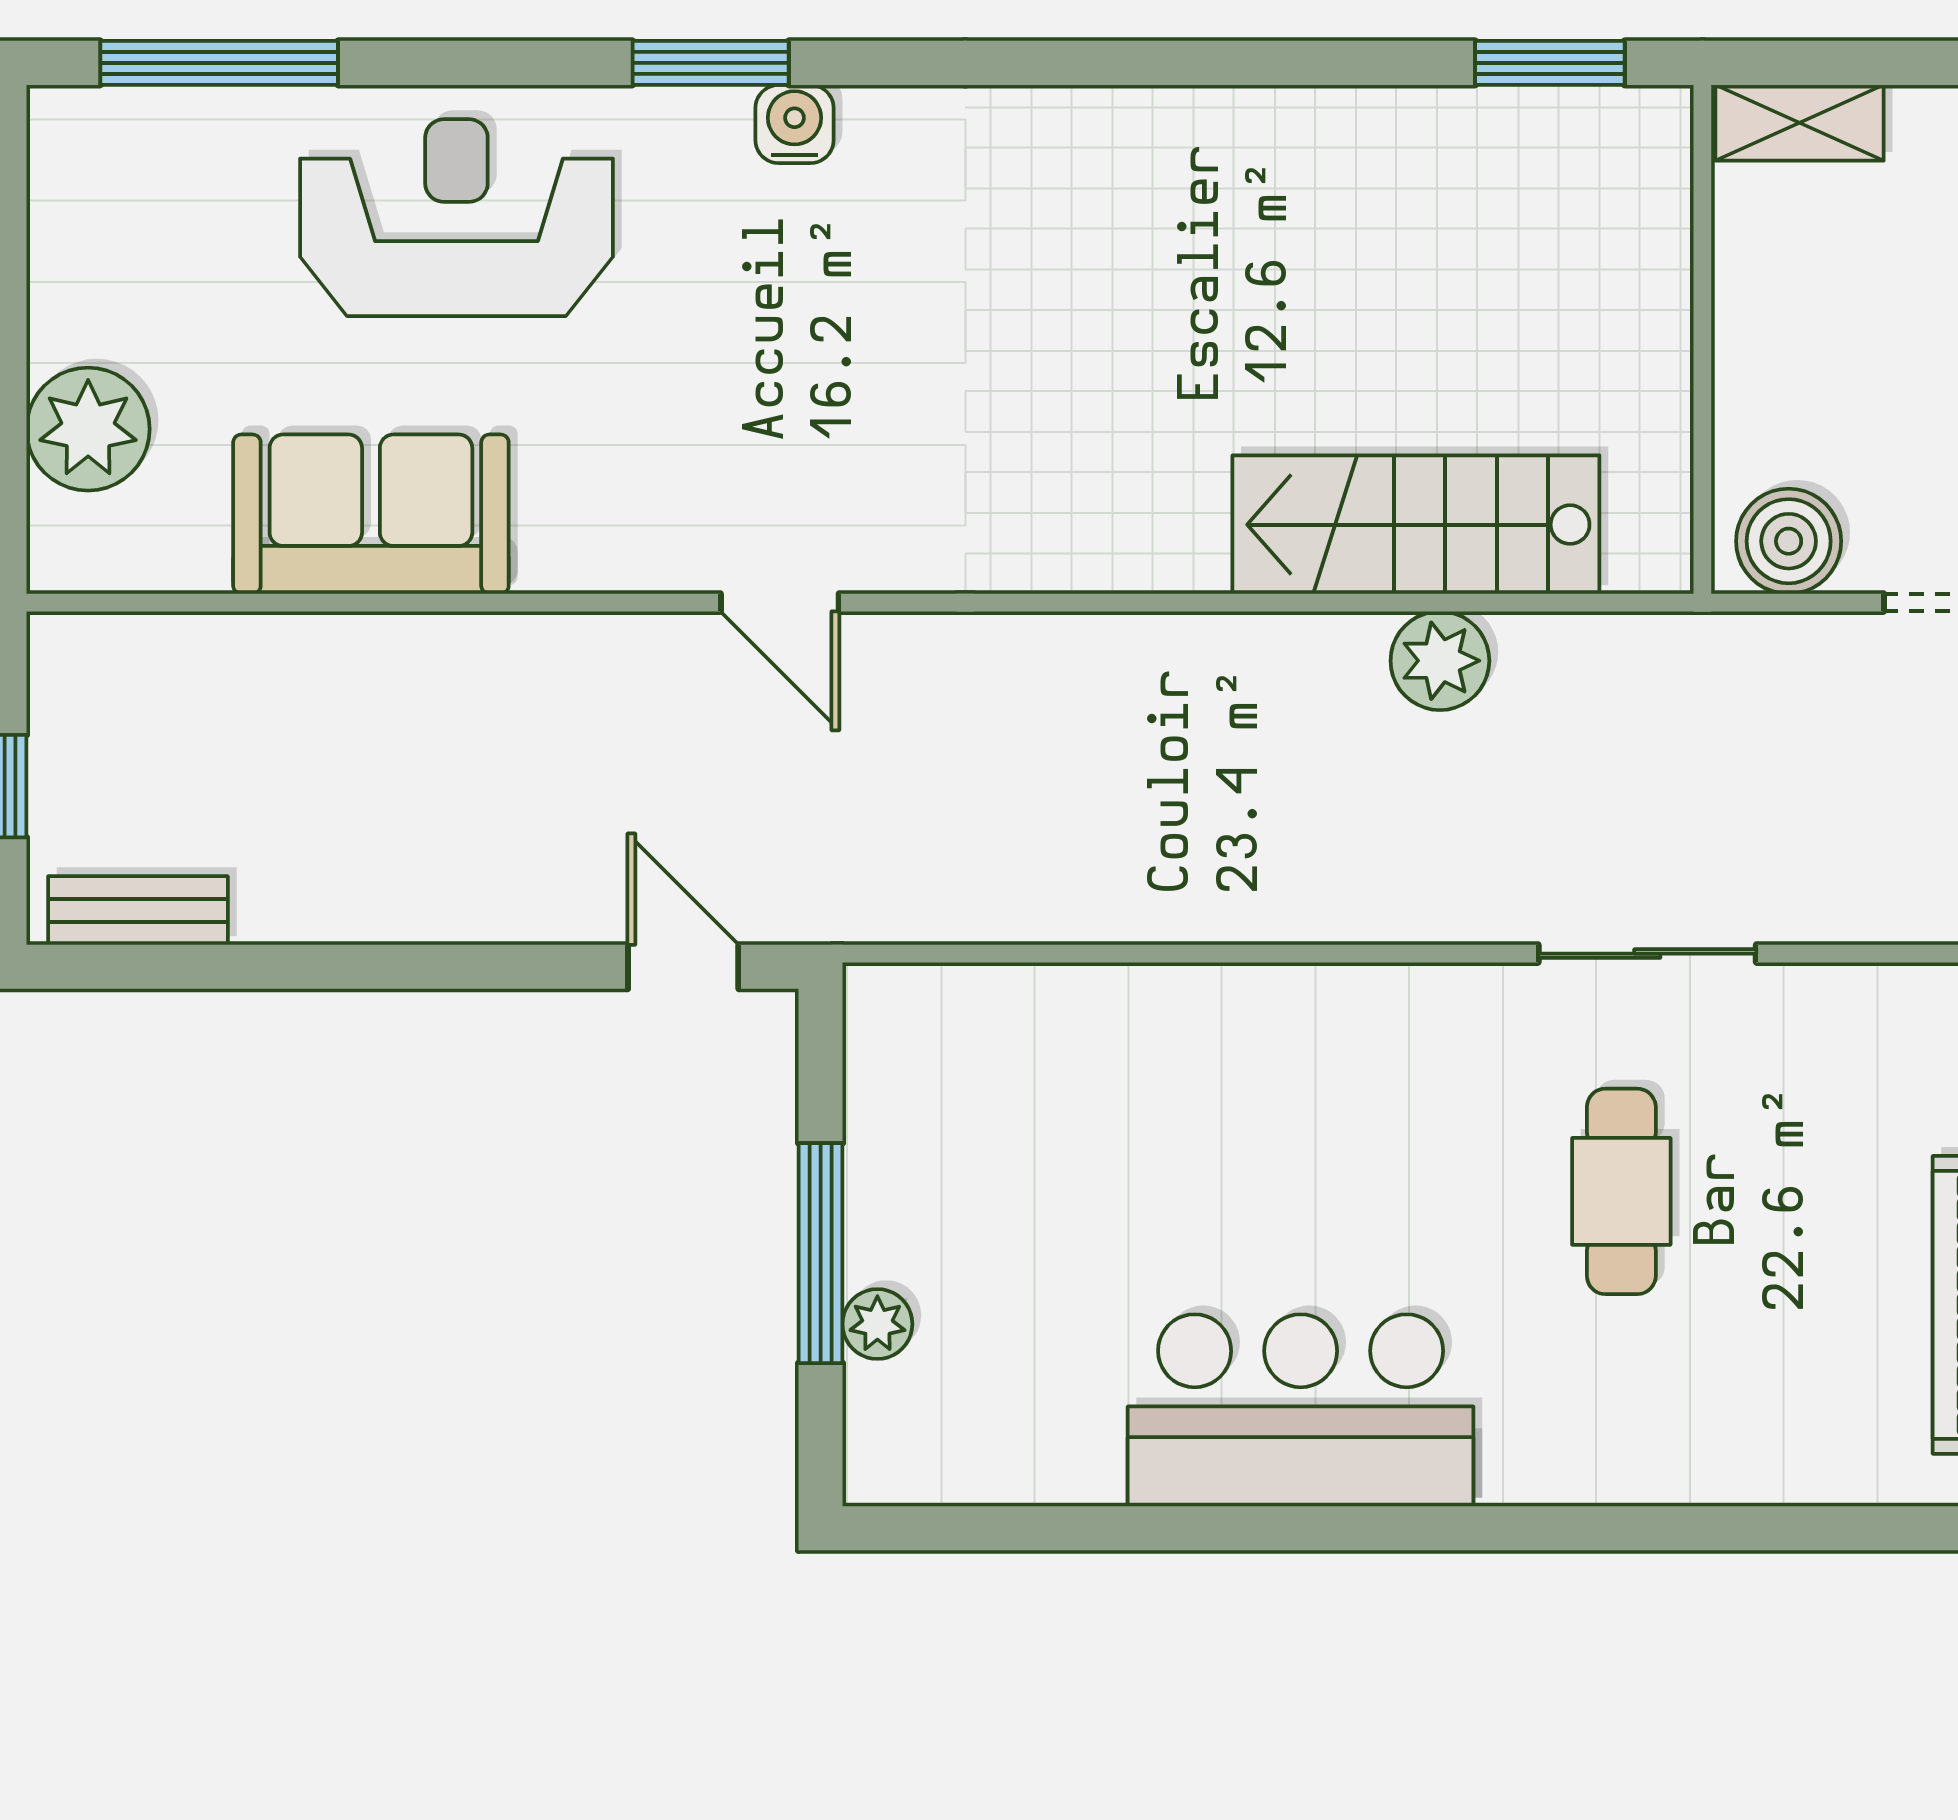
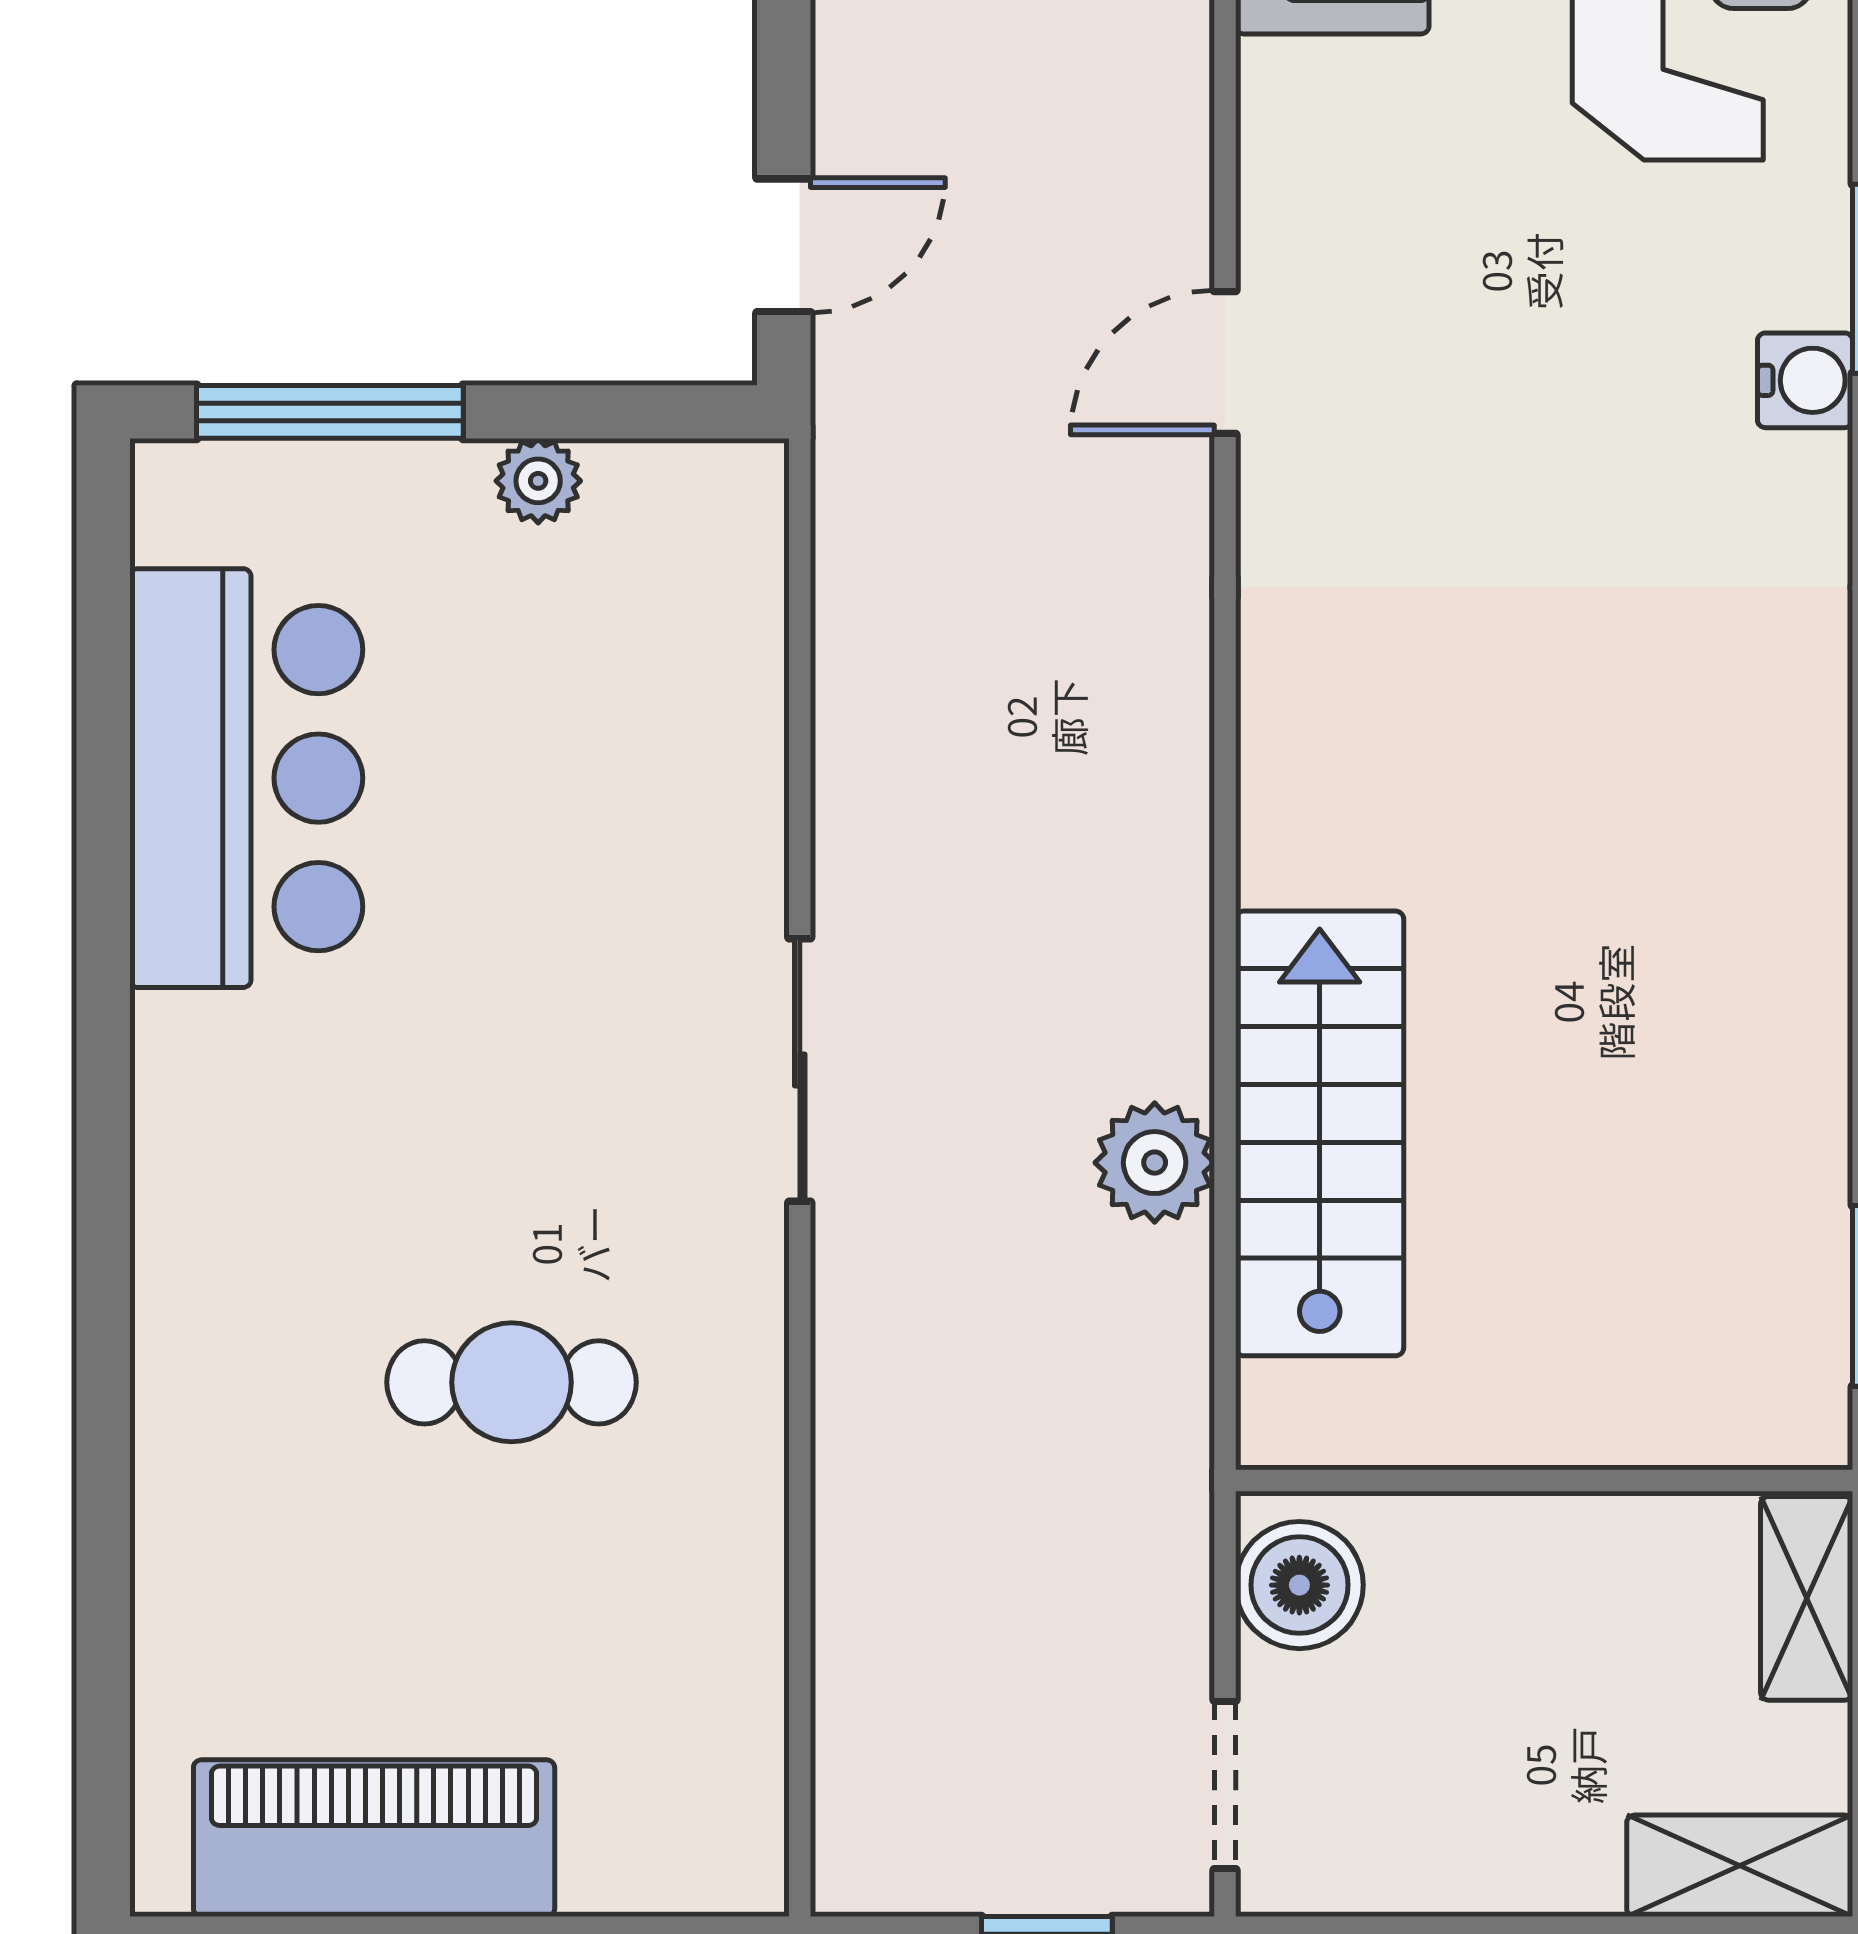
sliding door: (1647, 954) -> (800, 1070), moved
window: (821, 1253) -> (330, 412), moved
plant: (877, 1324) -> (538, 481), moved
bar counter: (1301, 1410) -> (246, 778), moved

